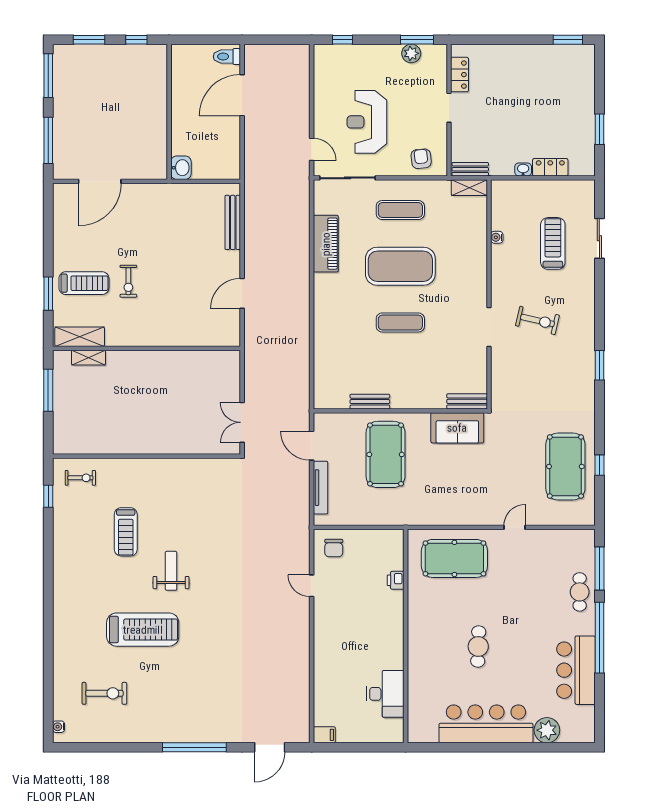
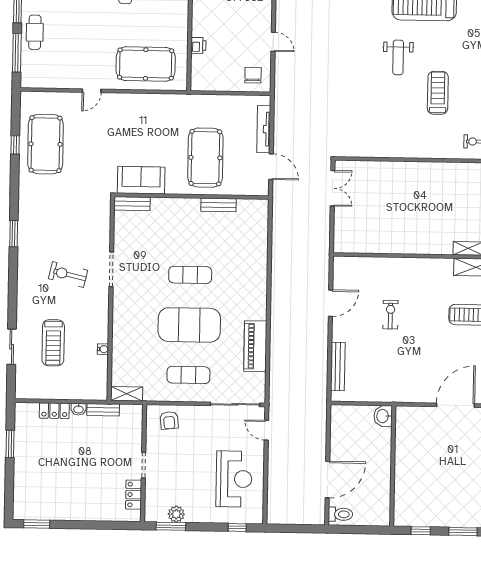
reception desk: (367, 122) -> (234, 479), moved
bench: (470, 169) -> (103, 410), moved
exercise bike: (128, 281) -> (390, 315), moved

